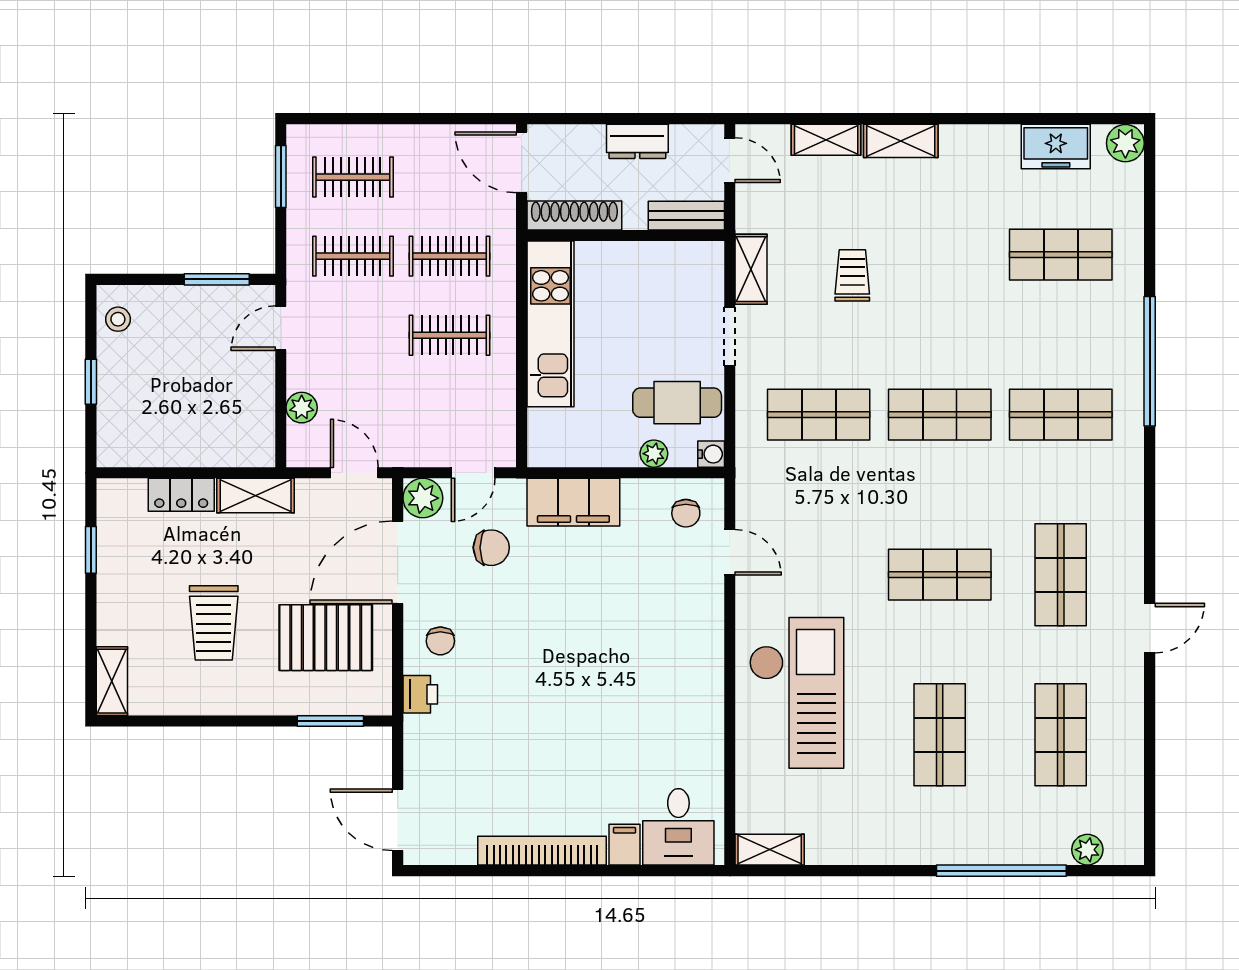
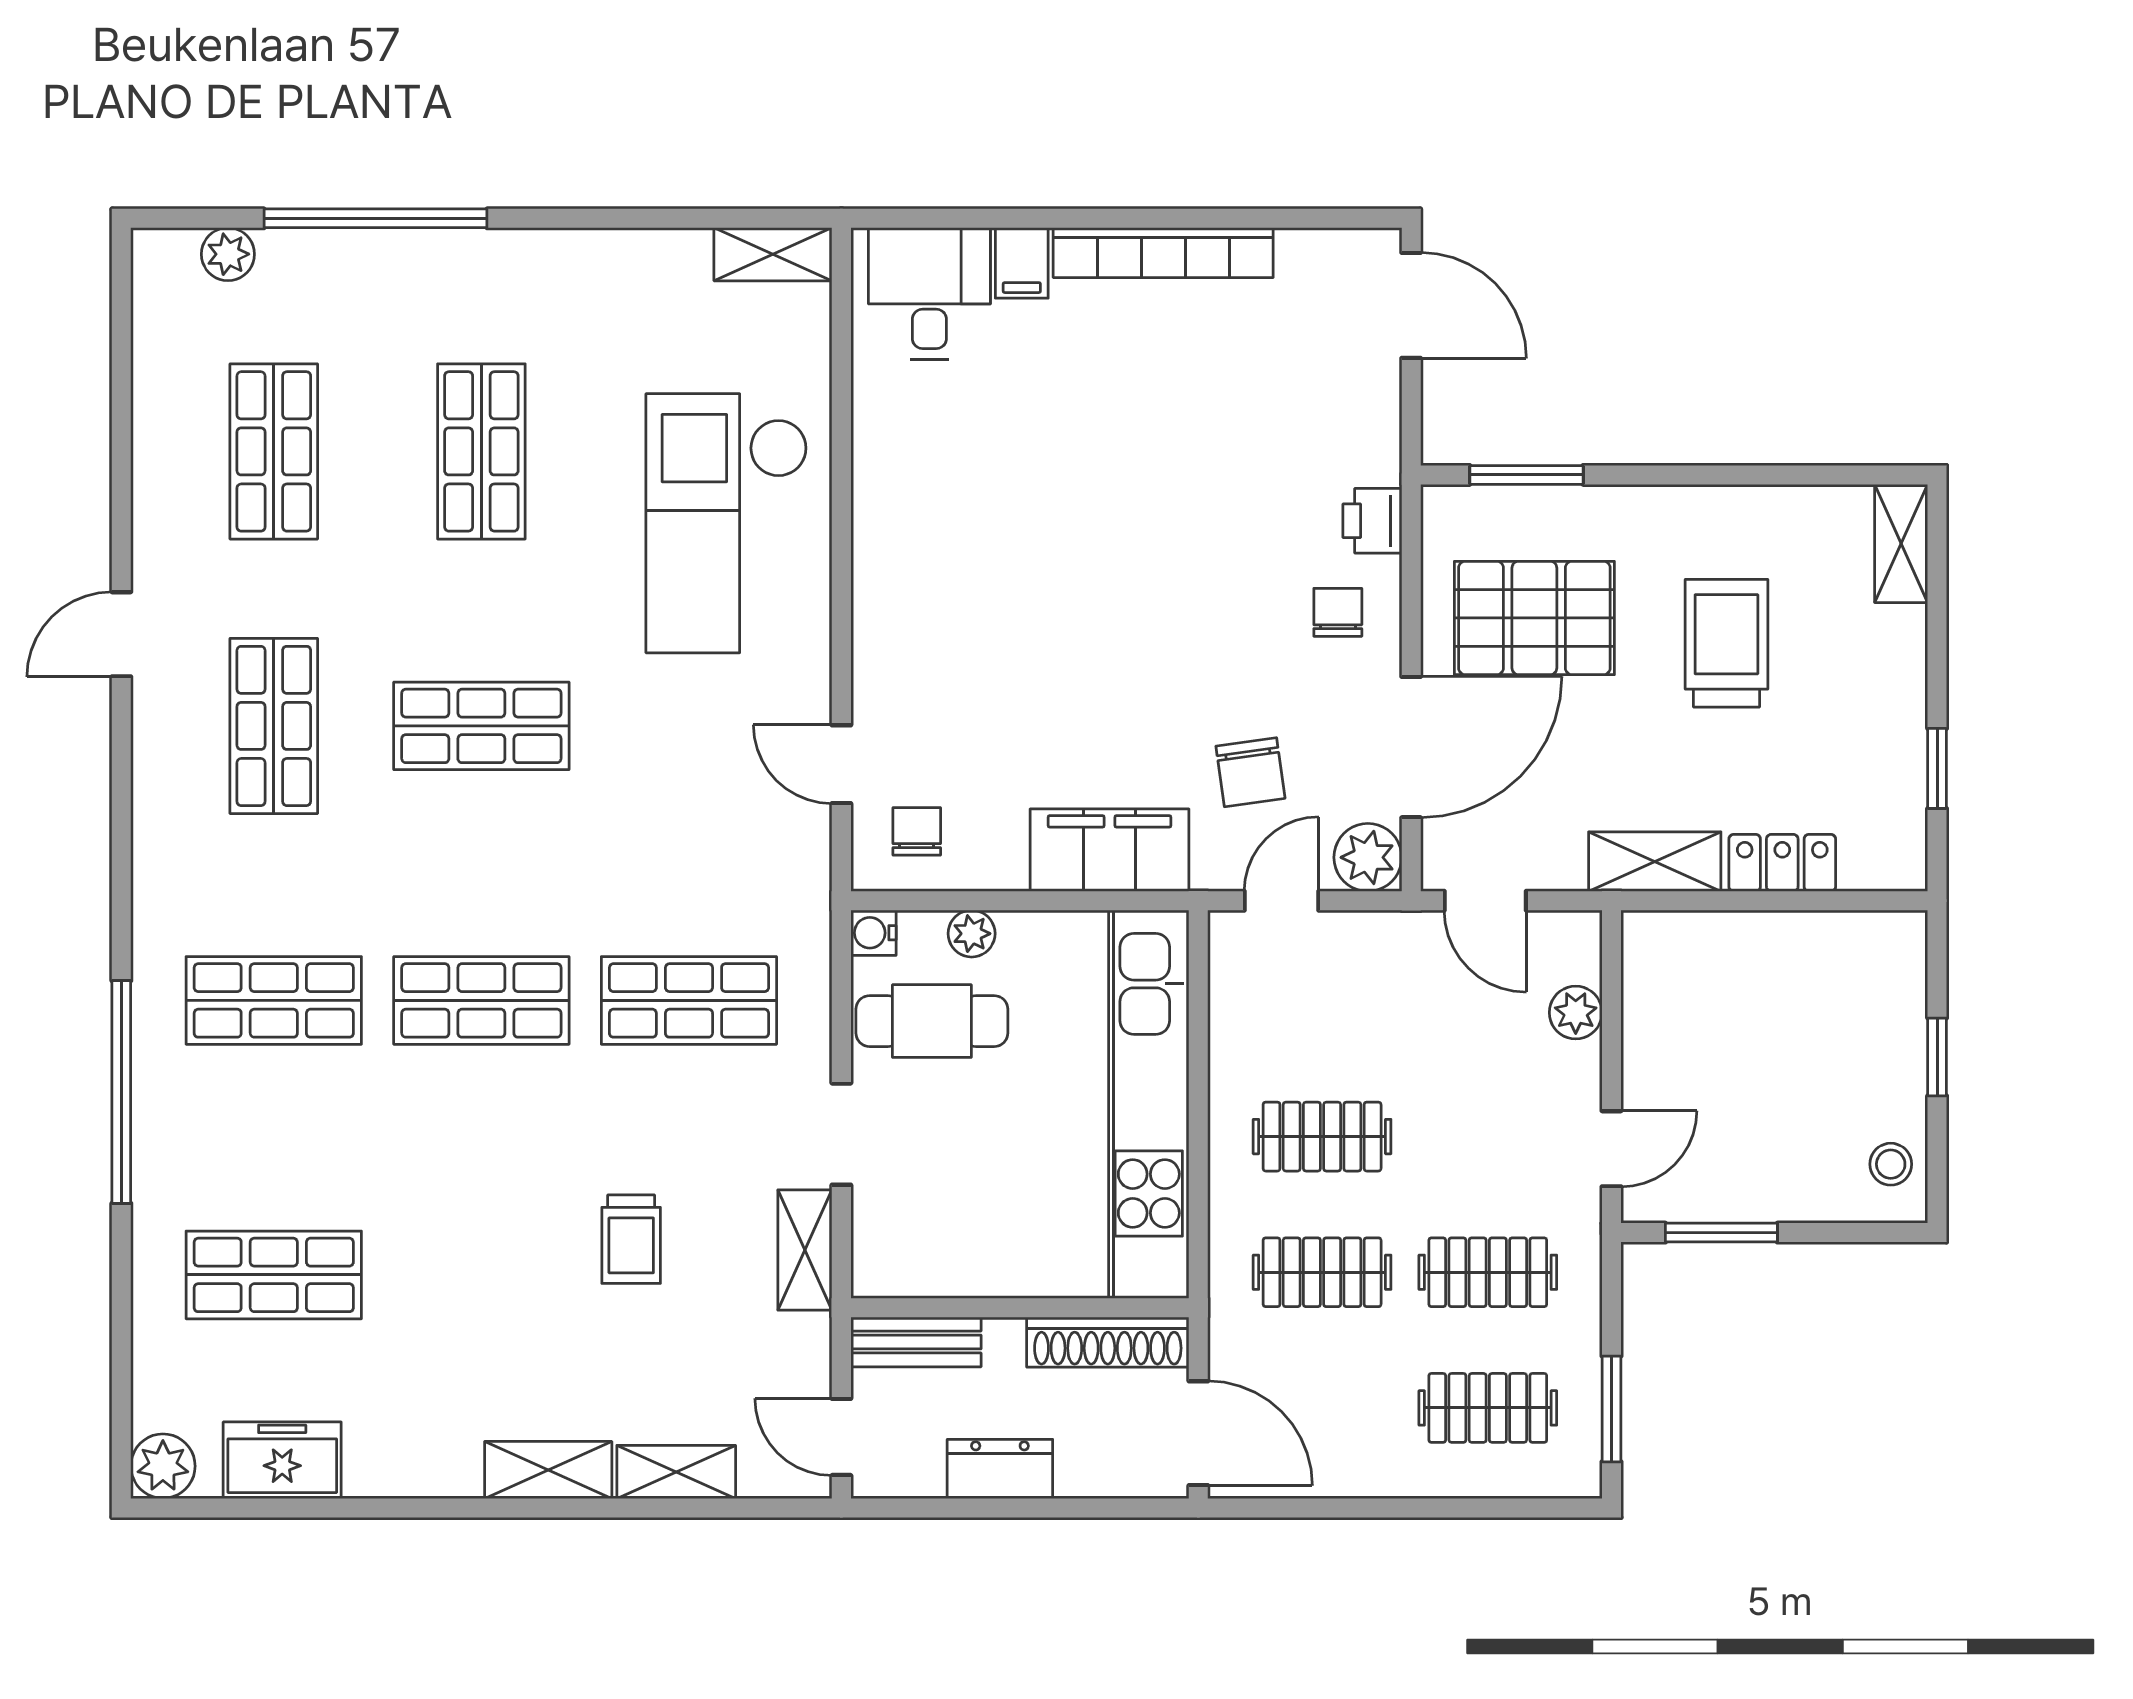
kitchen unit: (551, 324) -> (1149, 1104), width x1.36
chair: (491, 548) -> (1250, 772), turned -98

